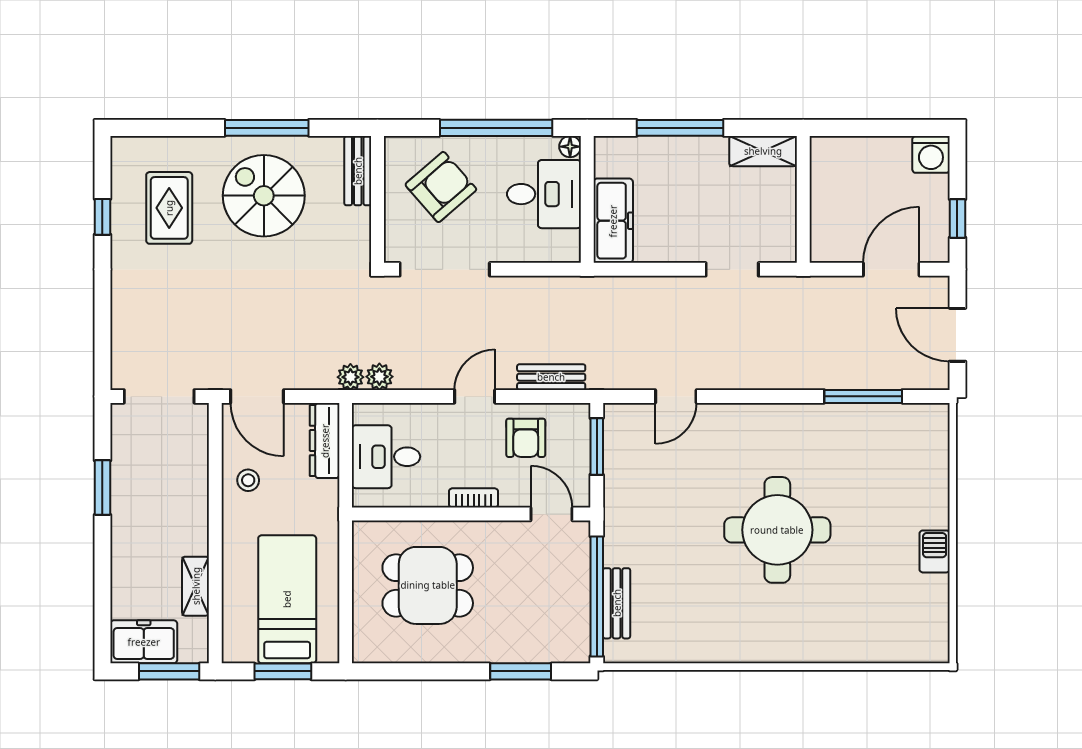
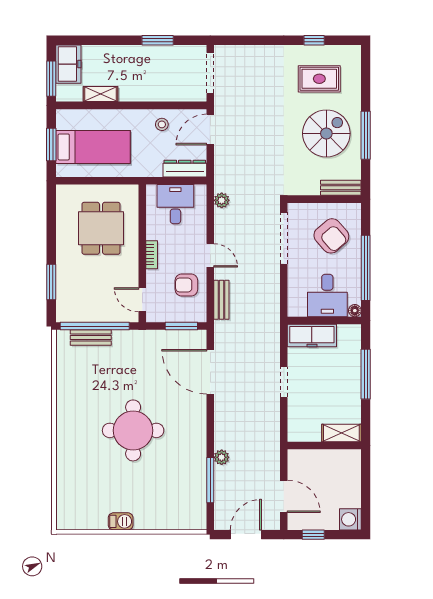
shelving: (763, 151) -> (341, 433), moved, turned 90
doorway: (732, 269) -> (284, 382), moved
plant: (350, 377) -> (222, 457), moved
door: (676, 396) -> (210, 372), width x1.87
door: (551, 514) -> (142, 300), swing flipped

